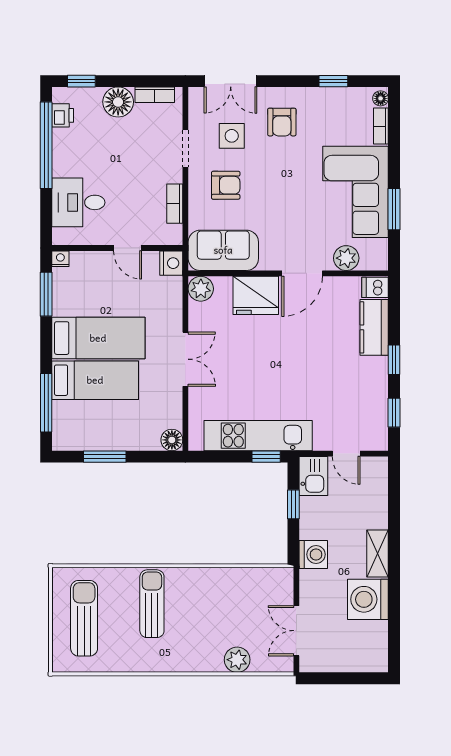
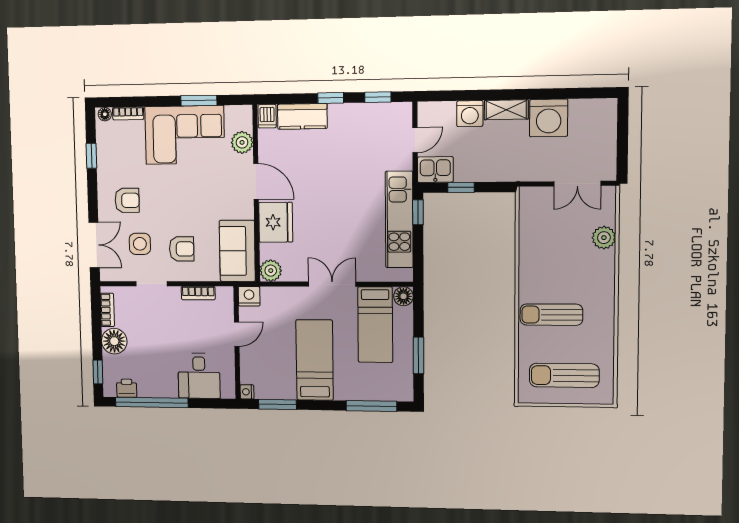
armchair: (226, 185) -> (182, 249), turned 90
bed: (95, 380) -> (375, 325), moved, turned 180
washing machine: (313, 554) -> (470, 114), moved, turned 180

